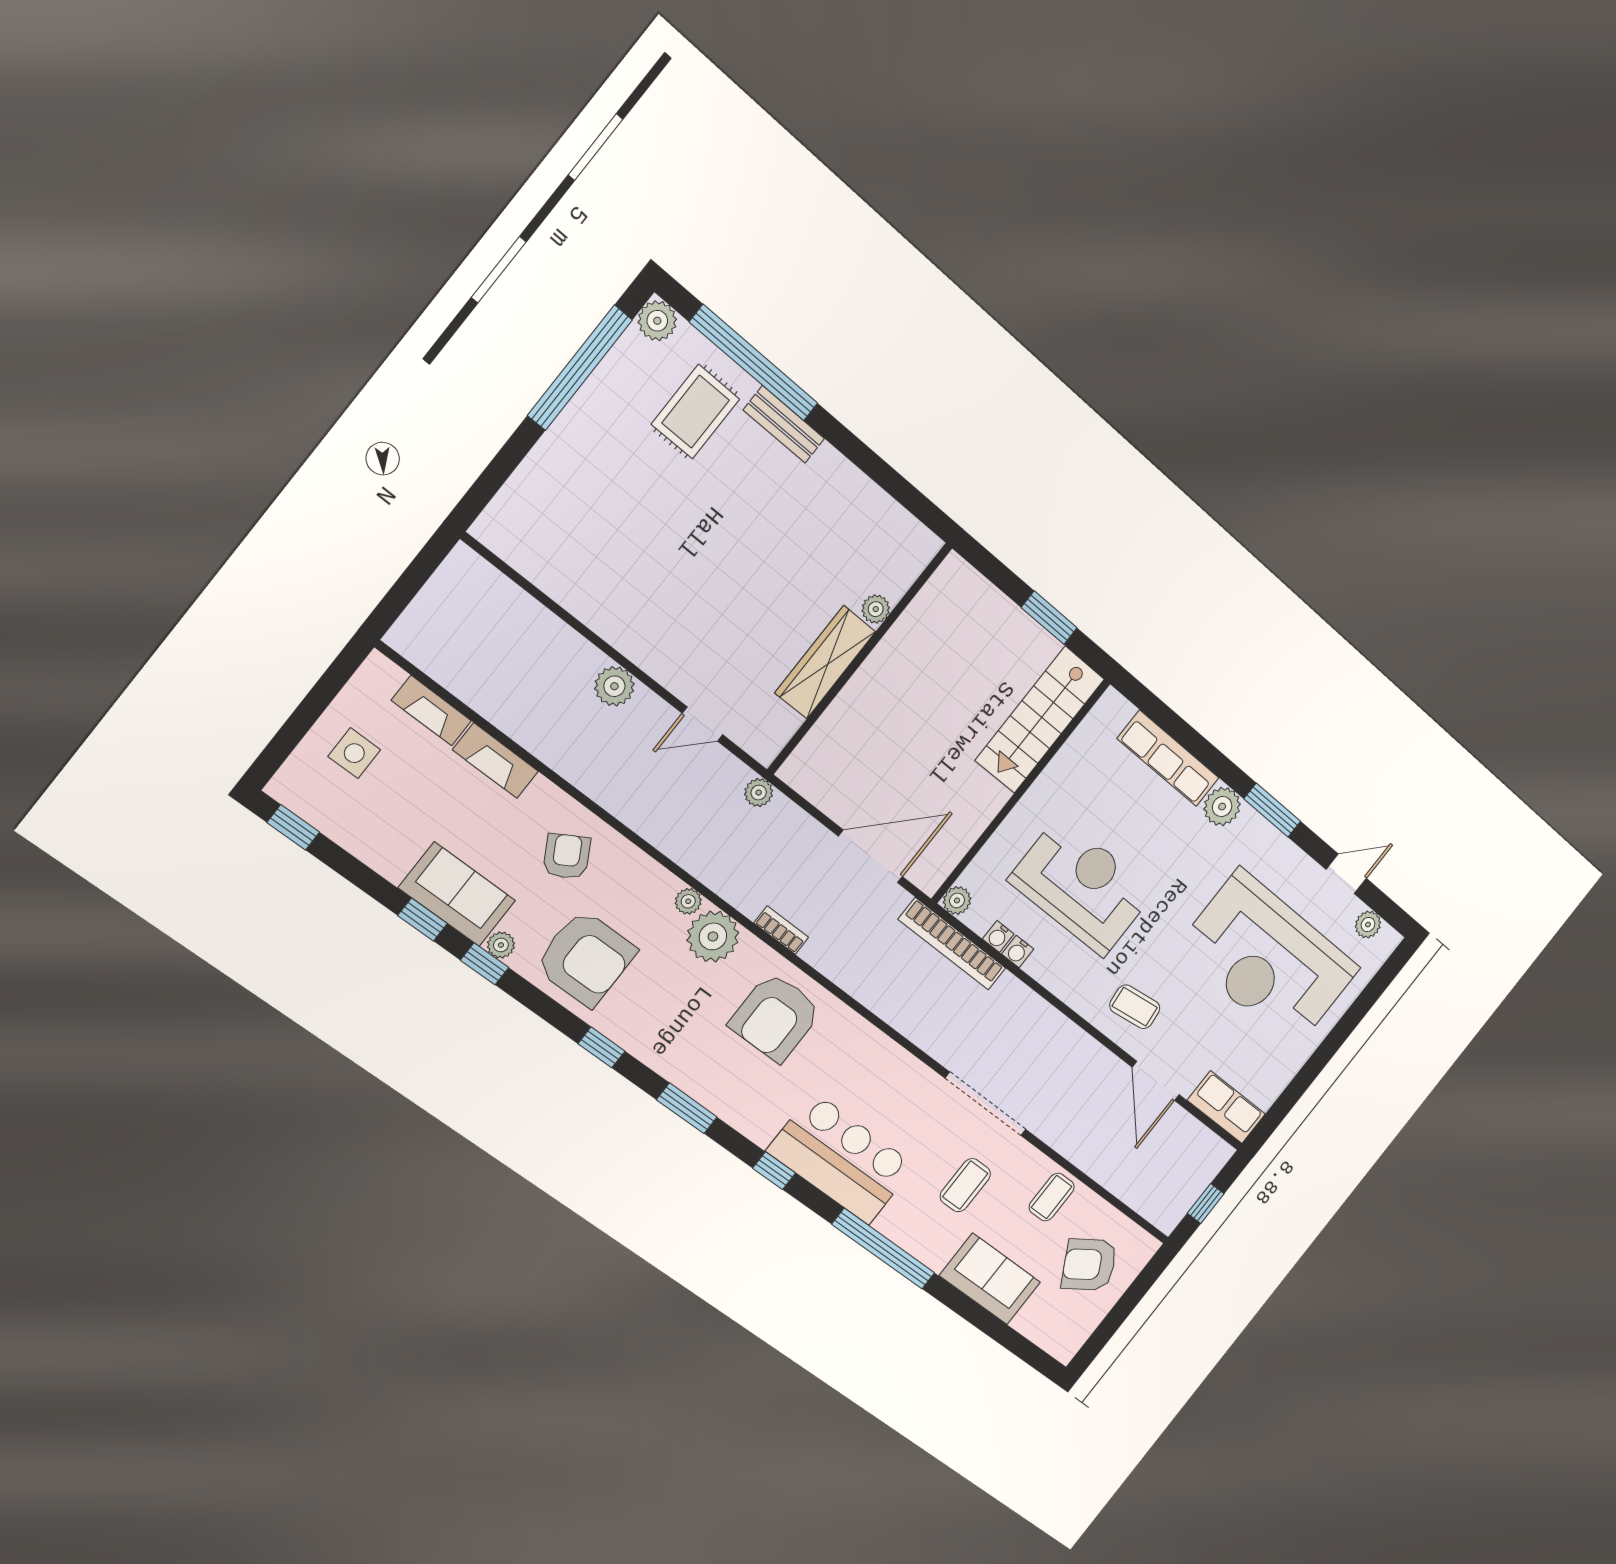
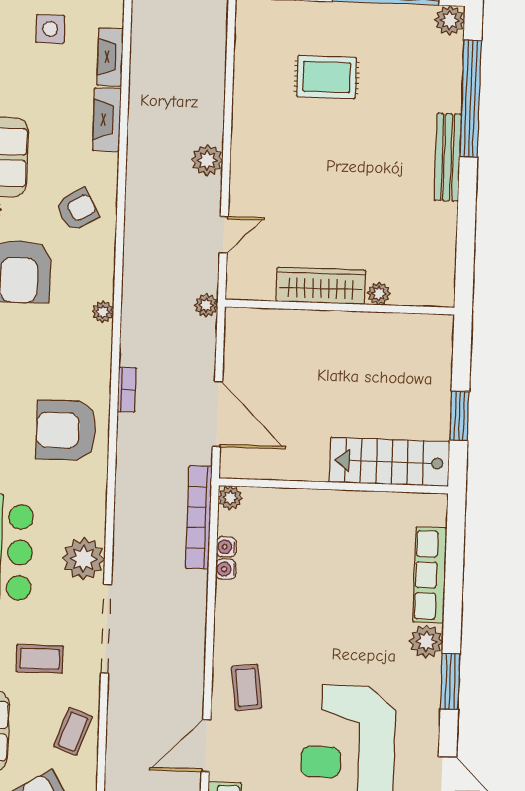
rug: (696, 412) -> (327, 77), moved
bench: (784, 424) -> (448, 157), width x1.36
door: (702, 724) -> (224, 235), swing flipped
reception desk: (1082, 886) -> (301, 581), removed
plant: (713, 937) -> (84, 559), moved
coffee table: (1052, 1197) -> (73, 731), turned -70

